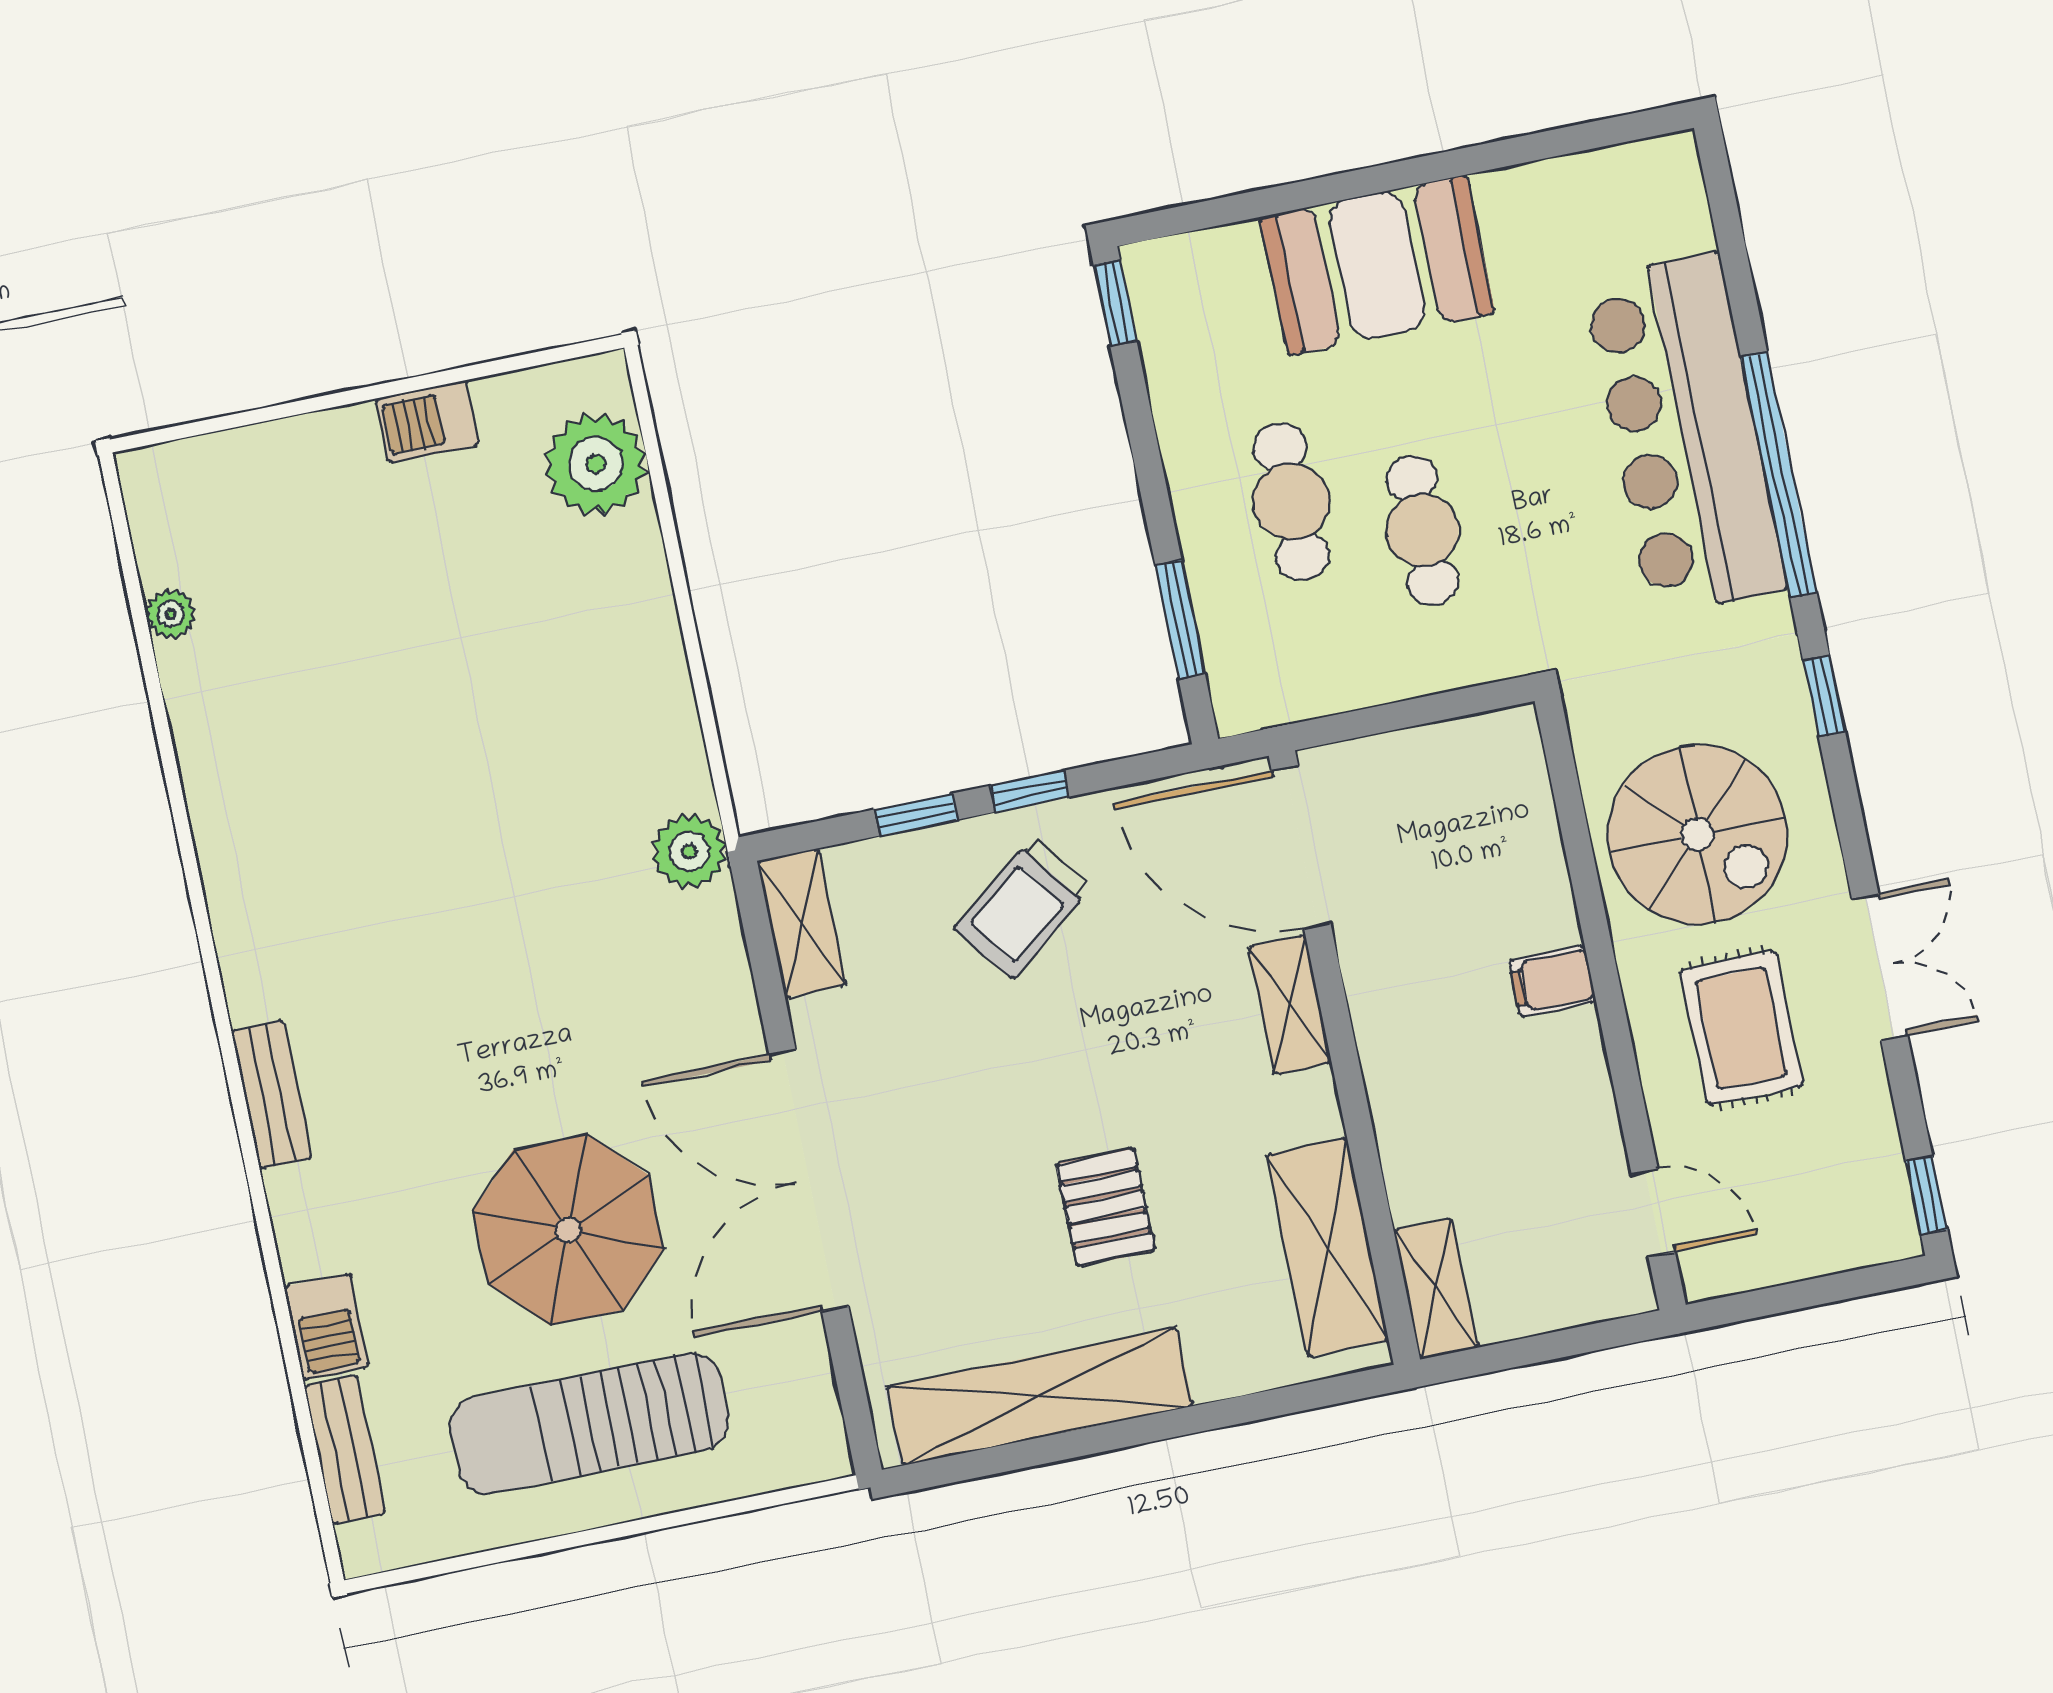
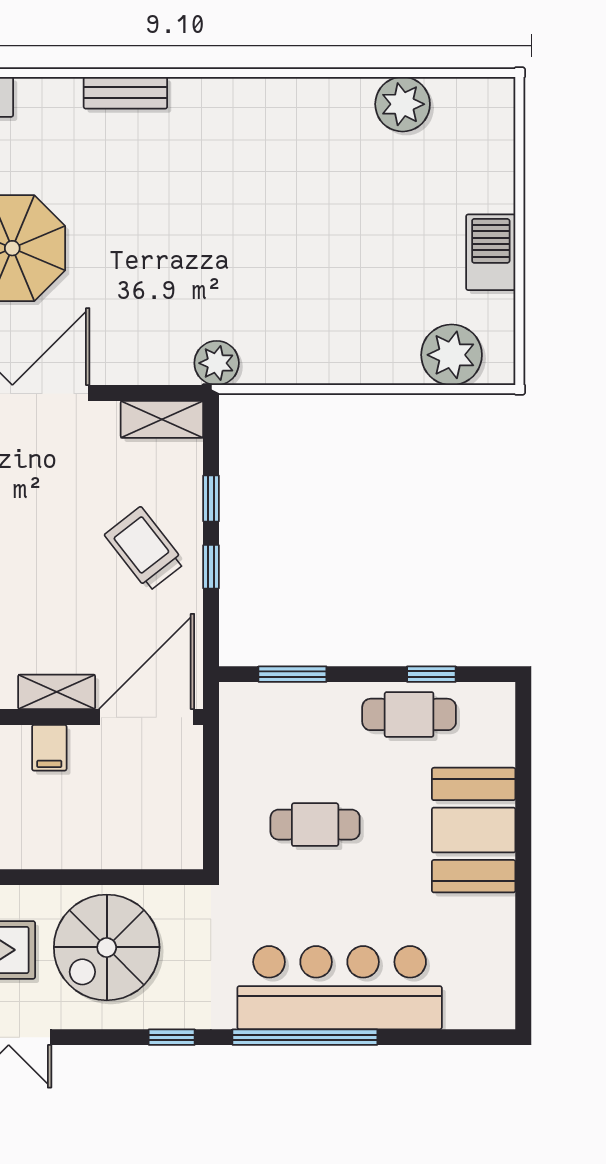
window: (1115, 303) -> (431, 674), moved
barbecue: (427, 422) -> (491, 252), width x1.38, depth x1.27
cafe table: (1291, 502) -> (409, 714), moved
plant: (171, 614) -> (403, 104), width x1.88, depth x1.88
filing cabinet: (1552, 981) -> (49, 748), moved, turned 180

